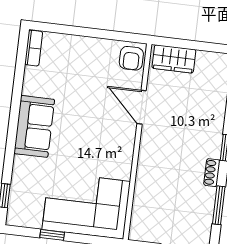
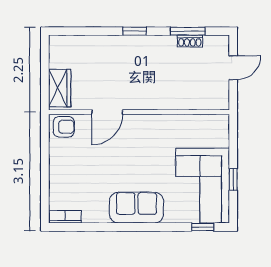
shoe rack: (212, 173) -> (190, 41), moved
corner sofa: (86, 205) -> (203, 186), moved

